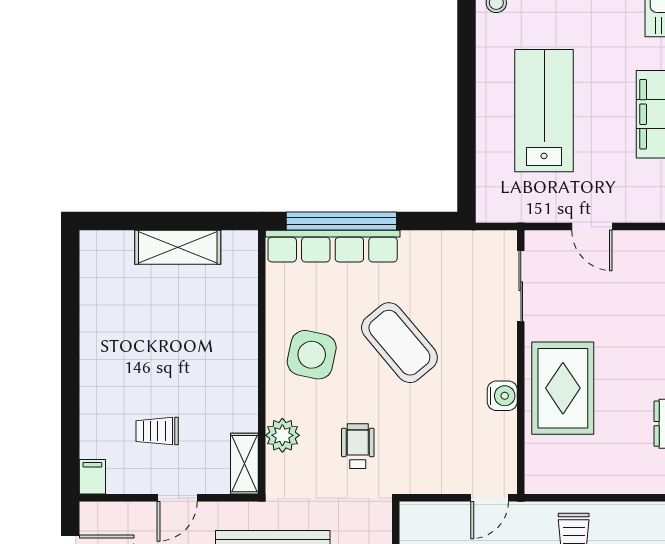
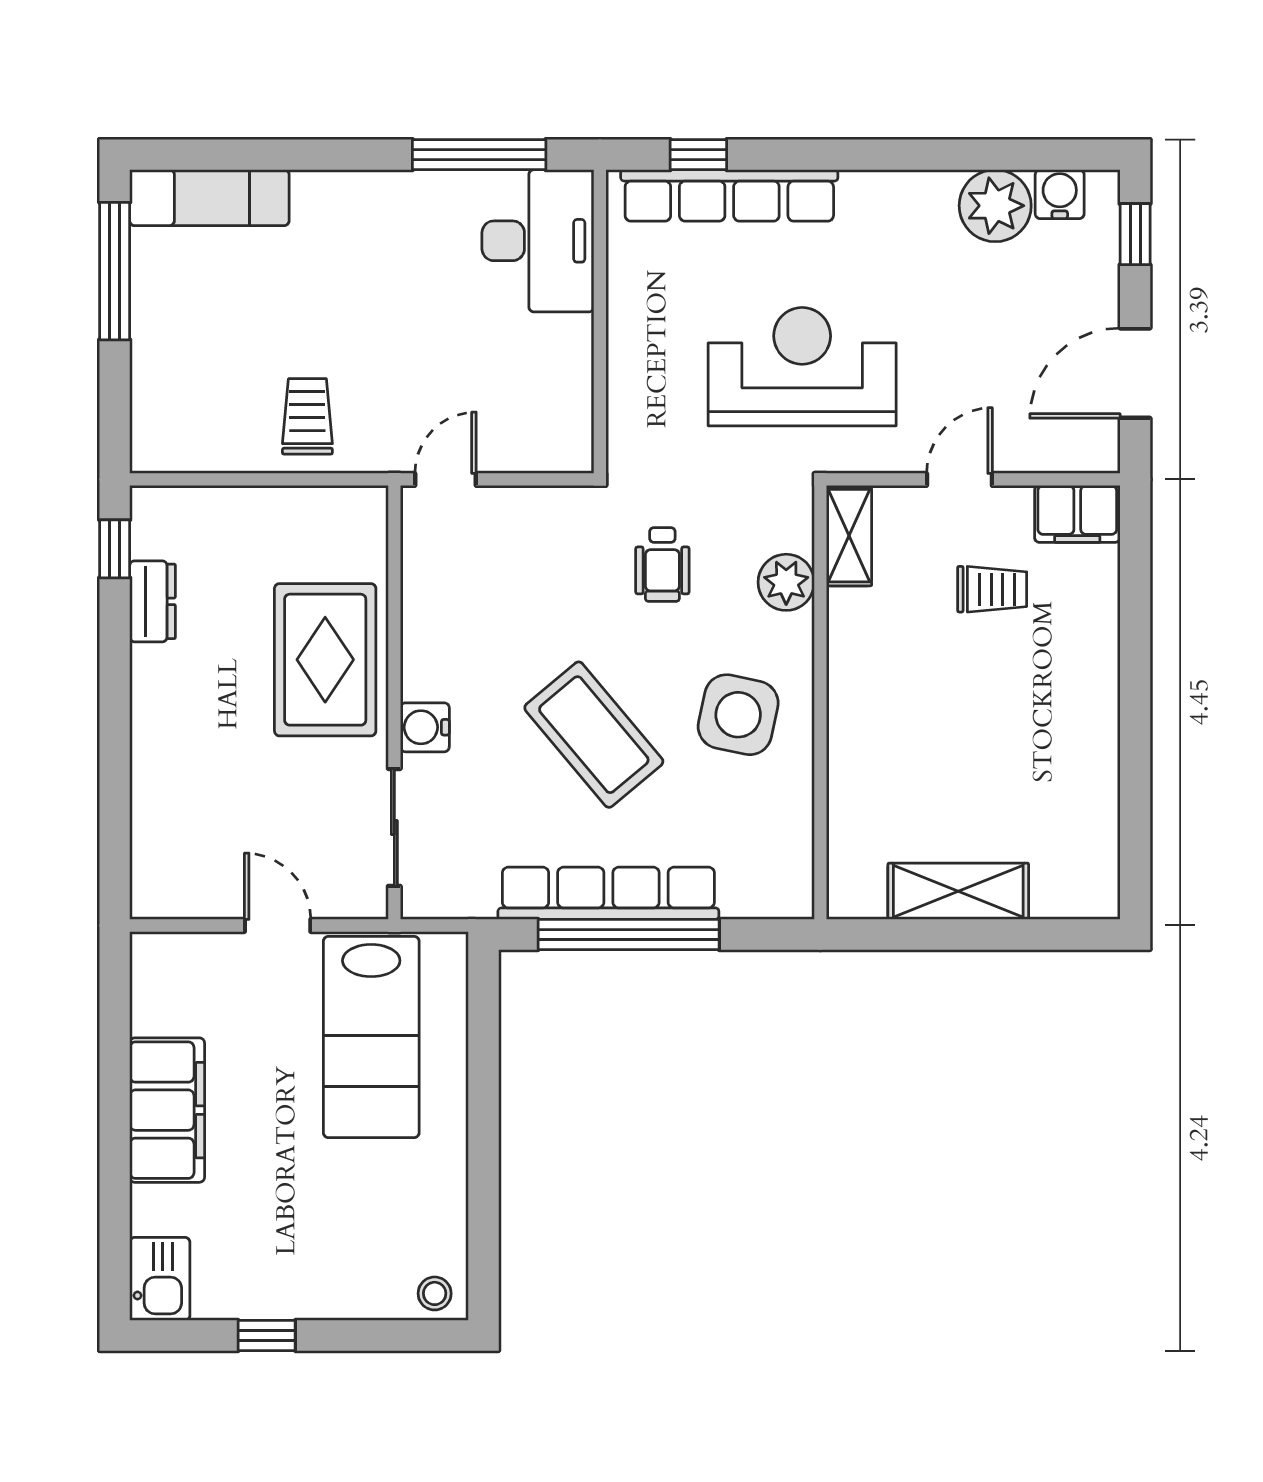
lab bench: (544, 111) -> (371, 1037), moved
window: (341, 221) -> (629, 935), moved
row of seats: (333, 246) -> (608, 893), moved
water cooler: (502, 396) -> (425, 727), moved
filing cabinet: (92, 477) -> (1077, 514), width x2.00

